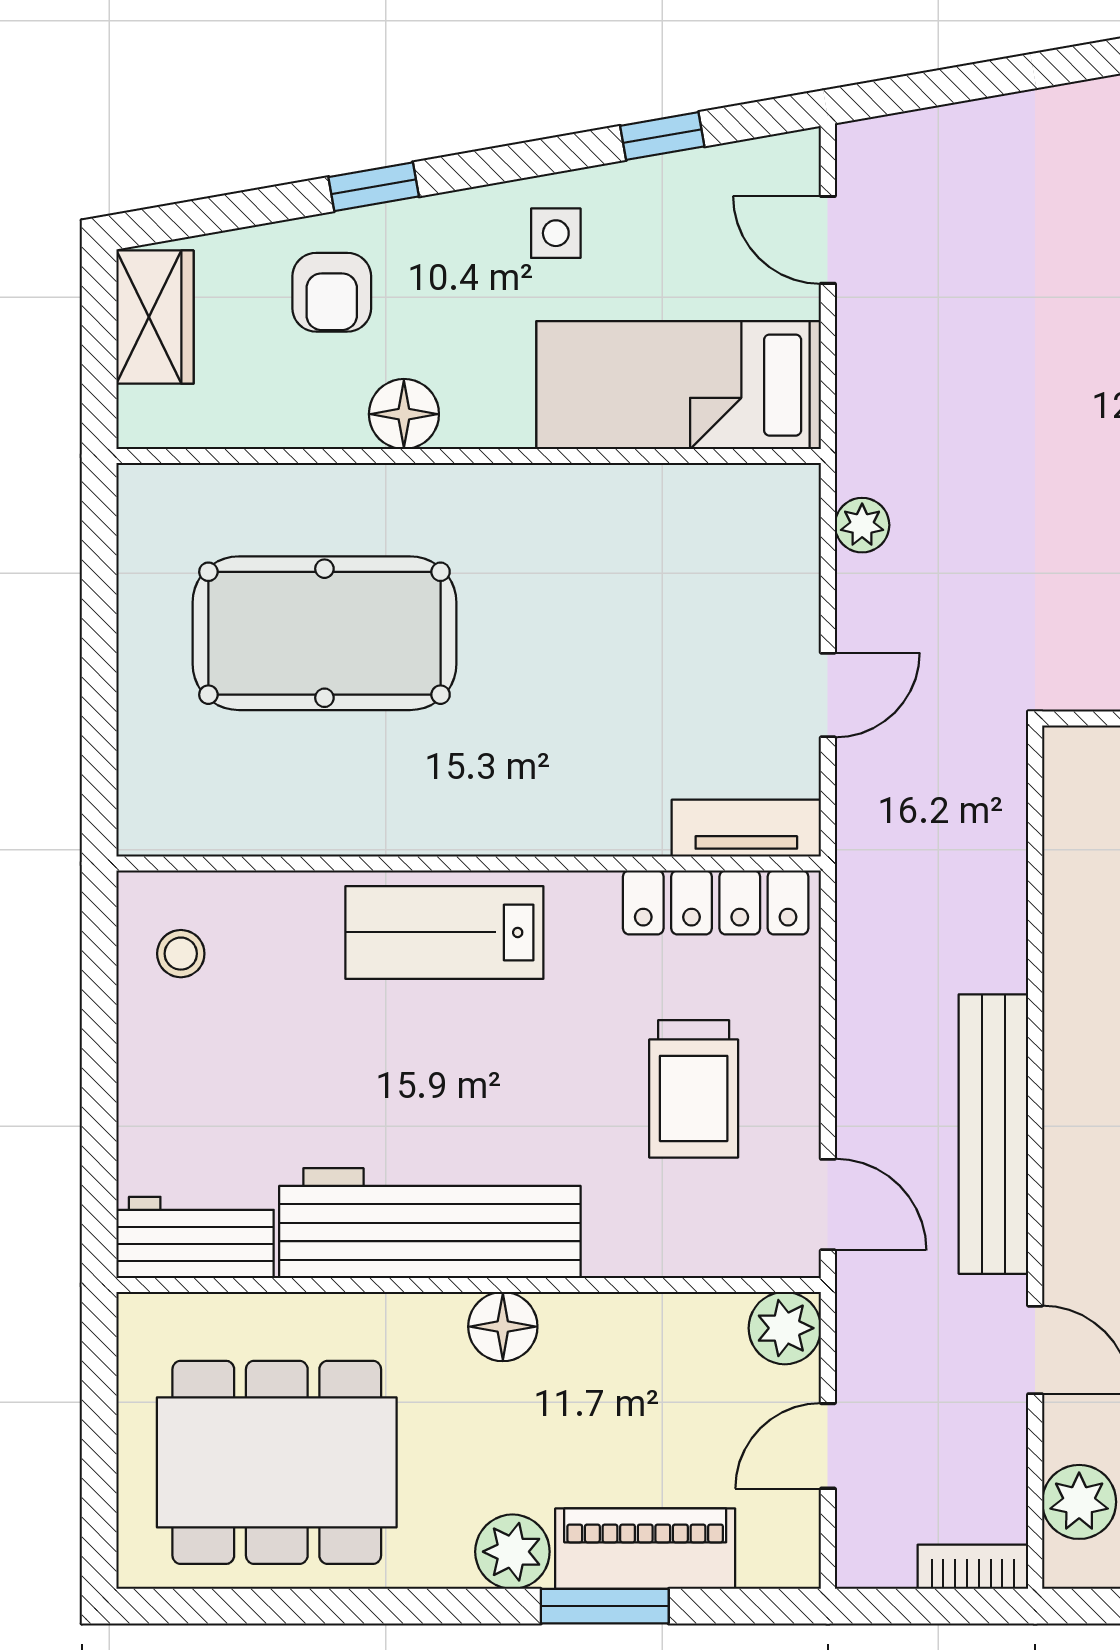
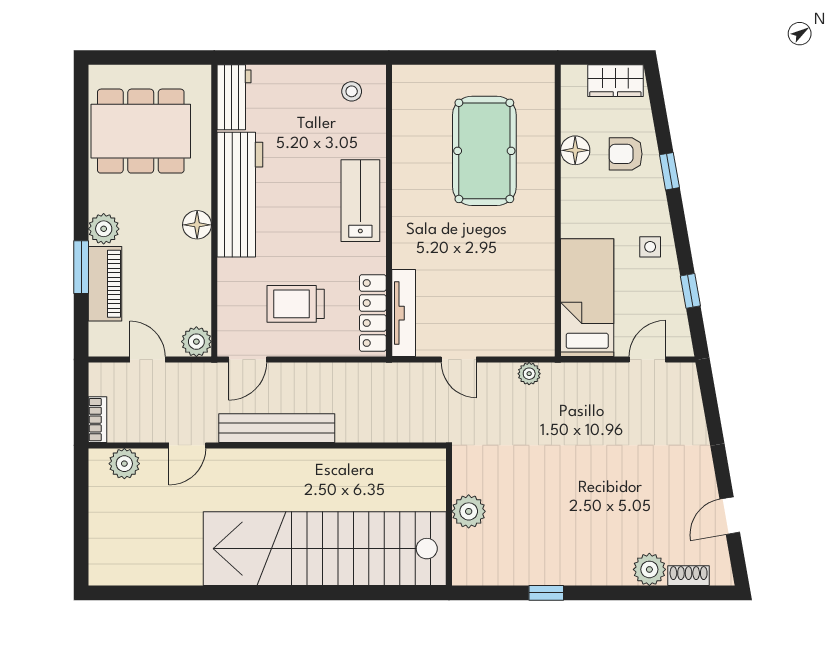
floor lamp: (404, 414) -> (575, 150), moved
tv unit: (746, 828) -> (404, 313), width x1.41
dining table: (277, 1462) -> (141, 131), turned 90

